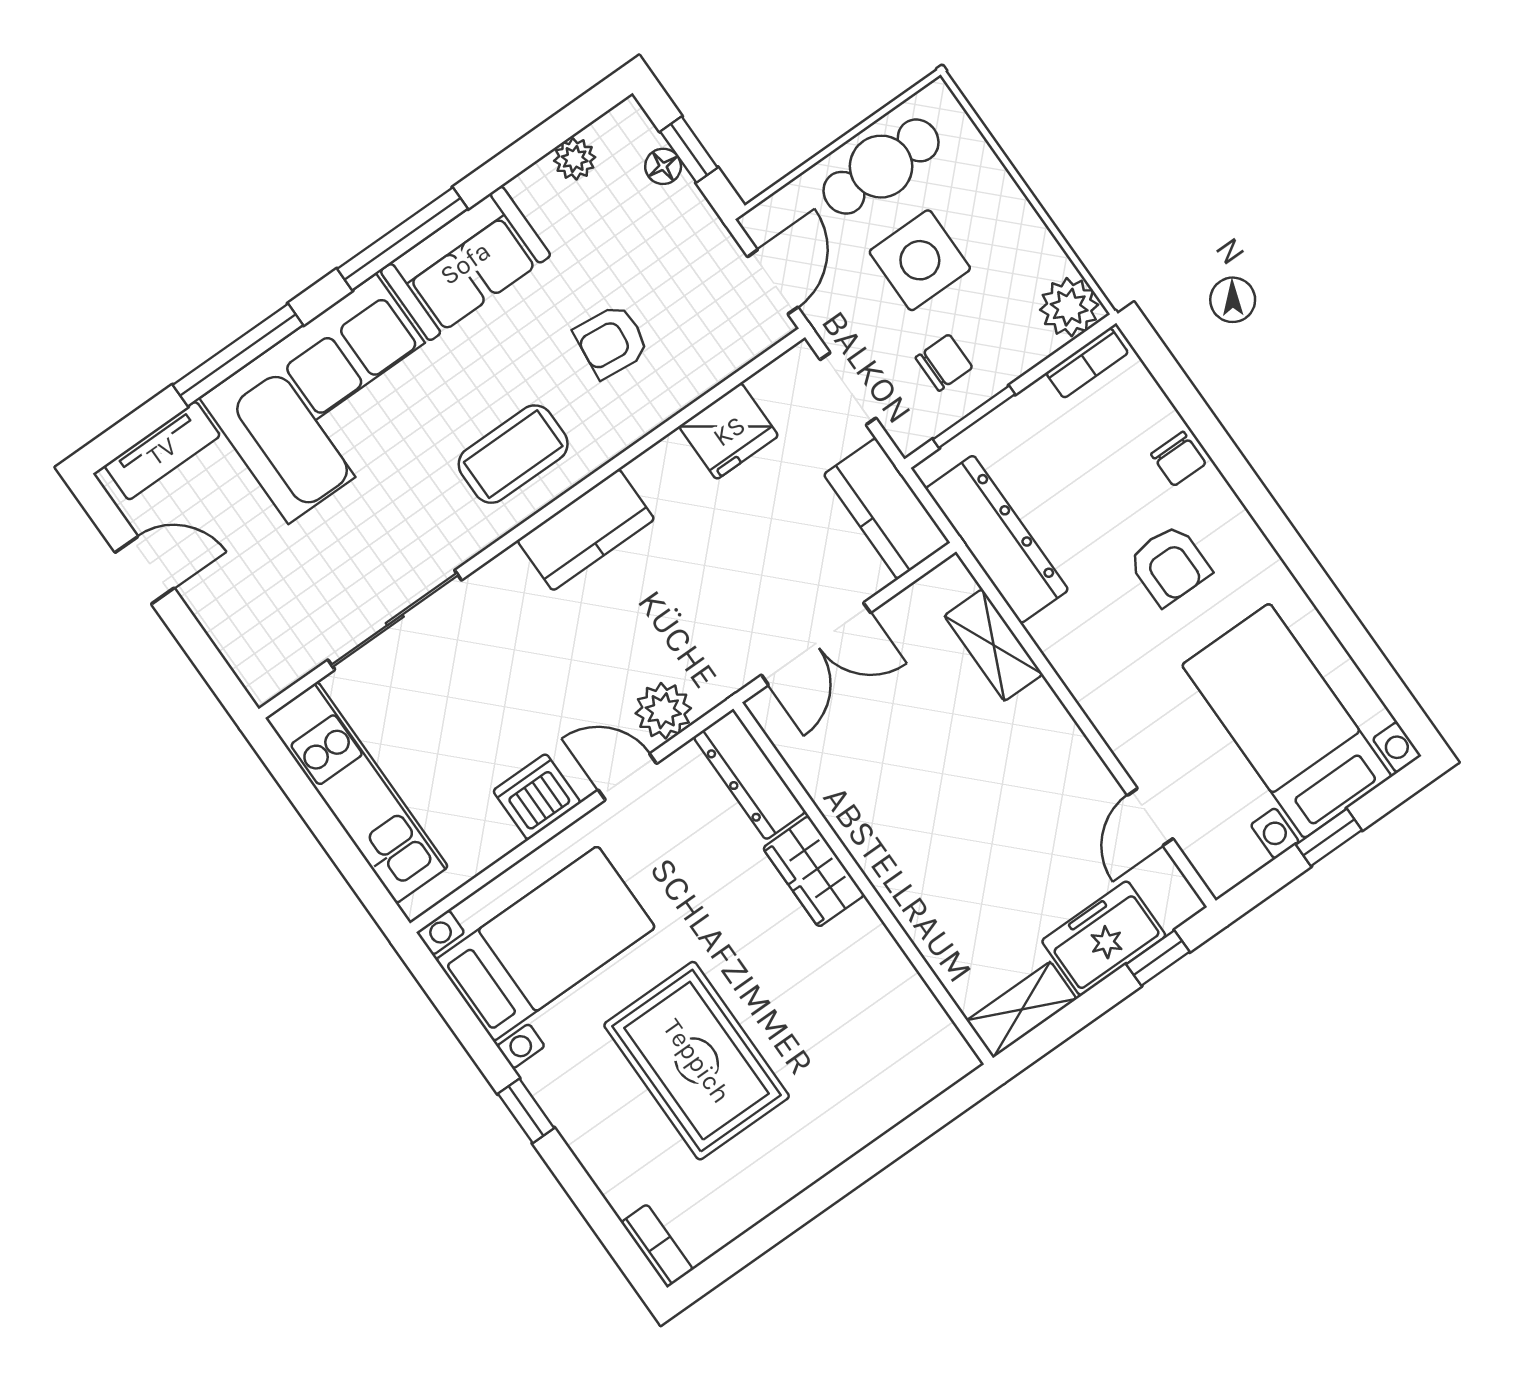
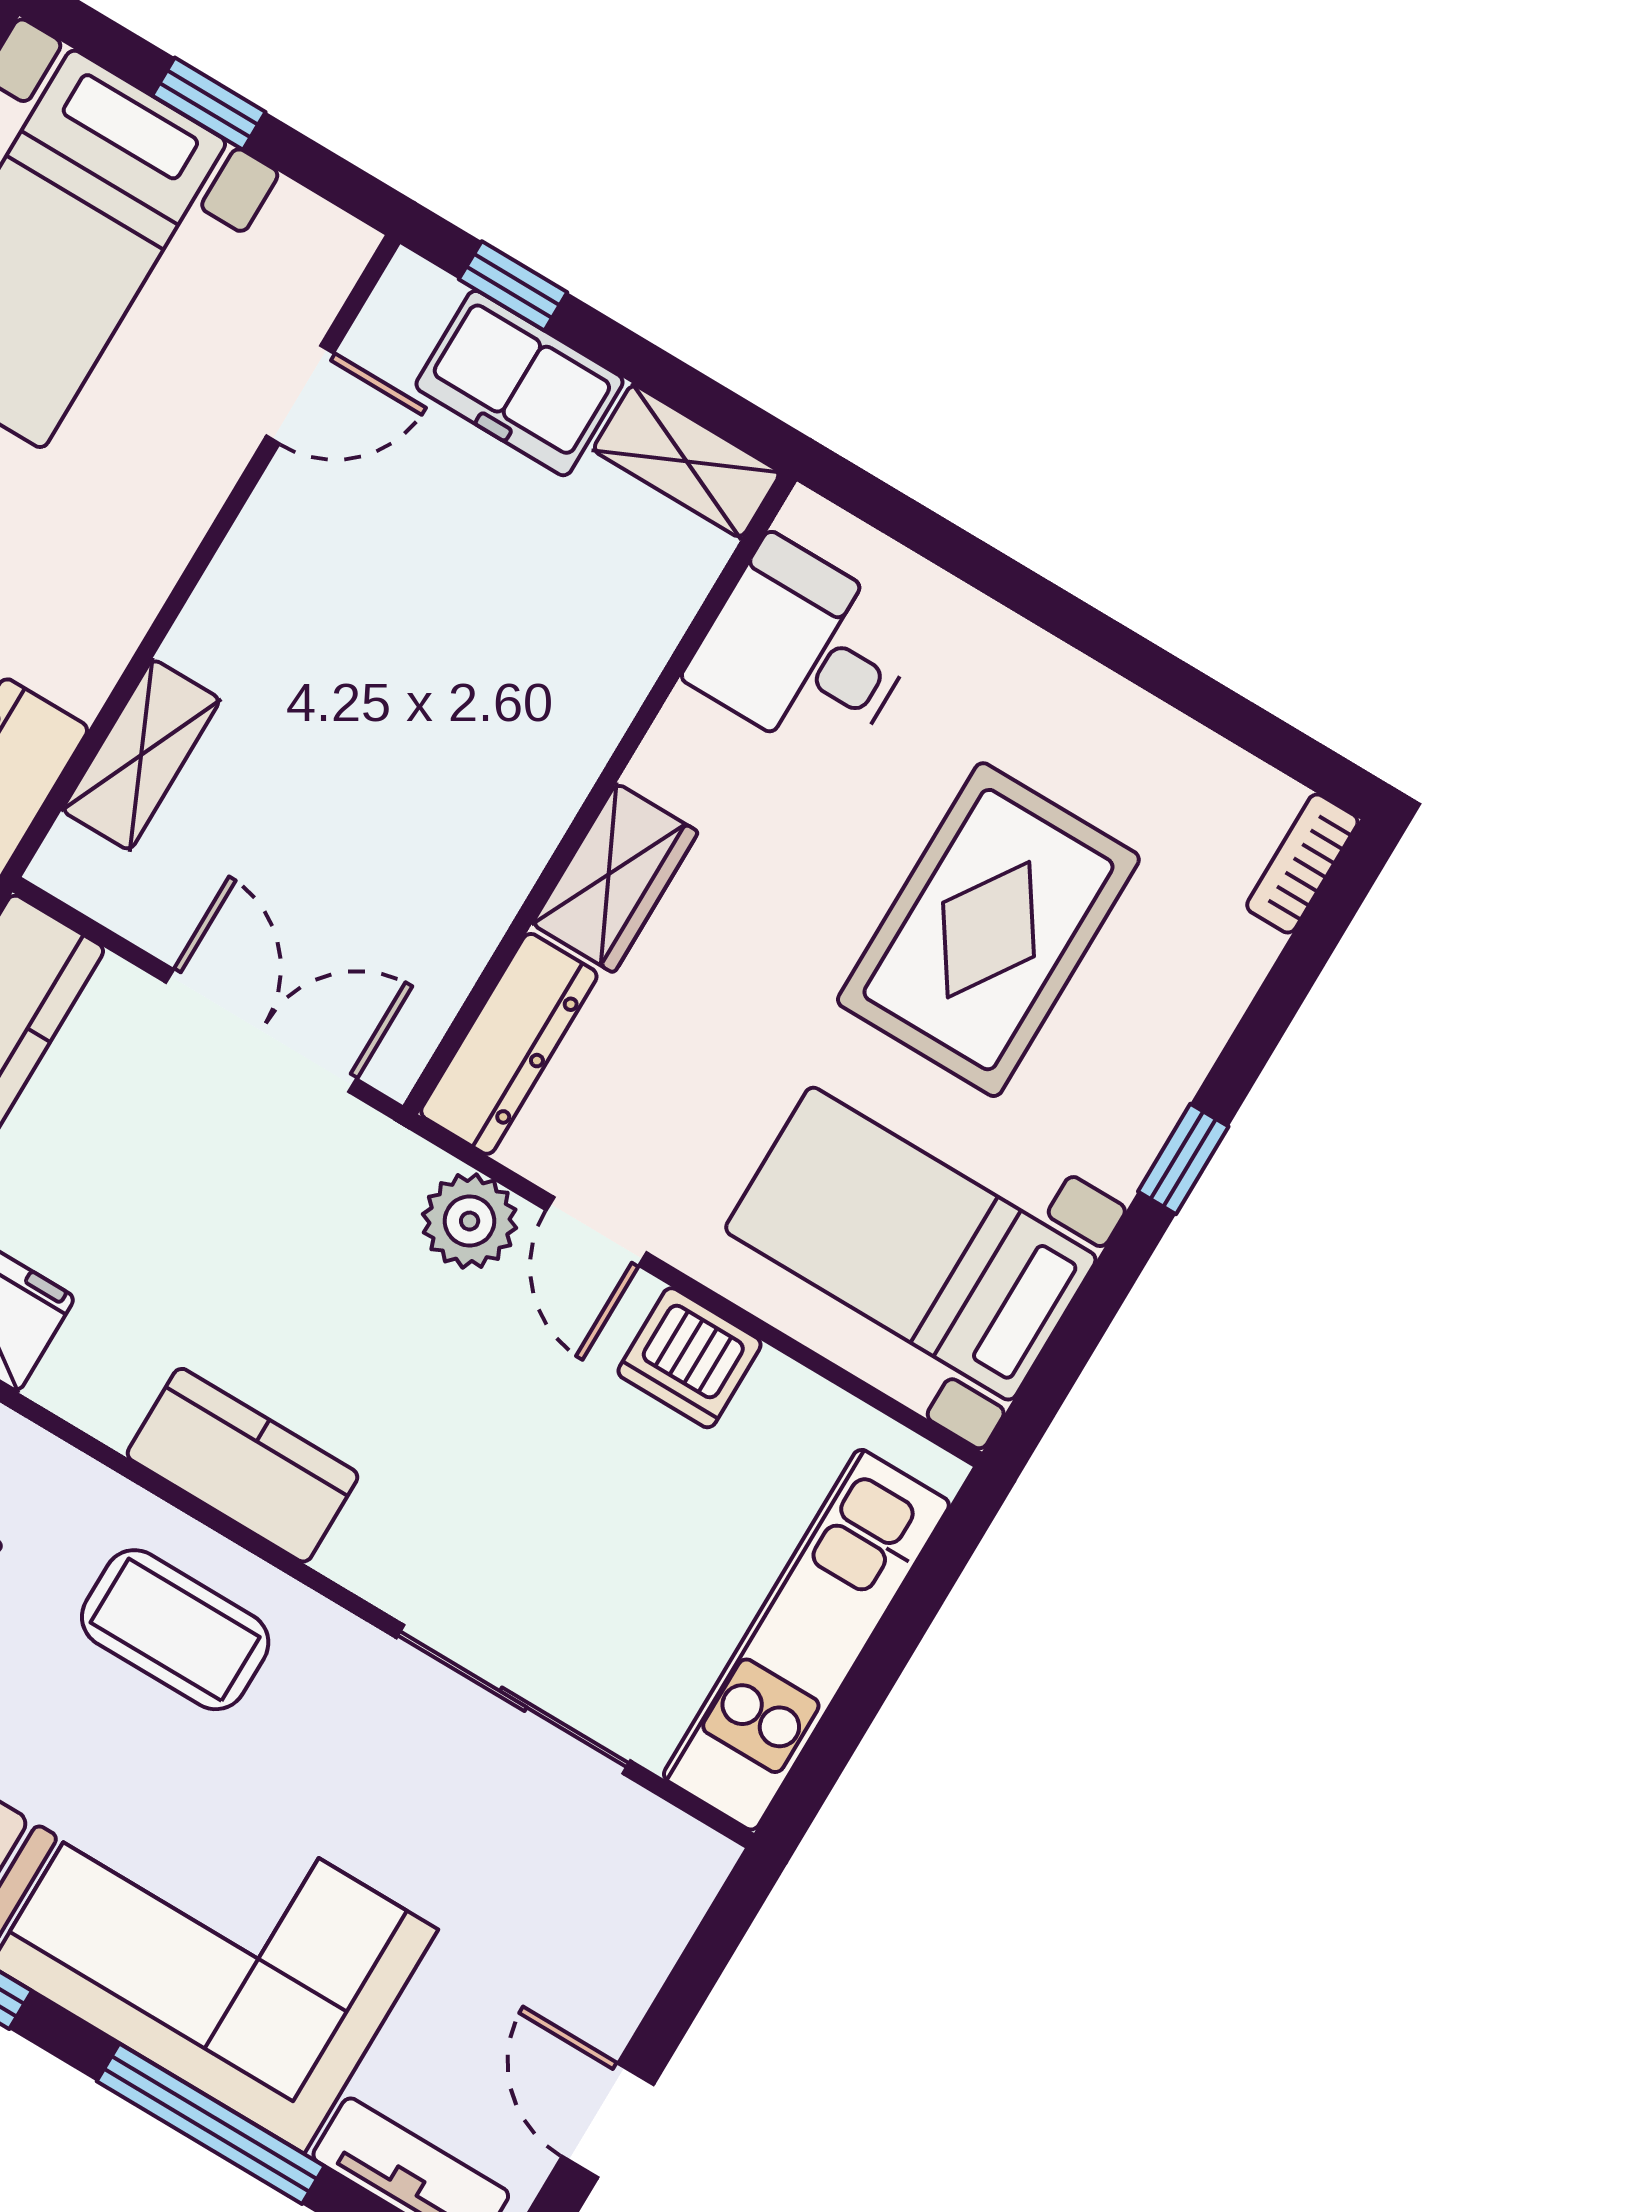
desk: (890, 1028) -> (805, 652), added

